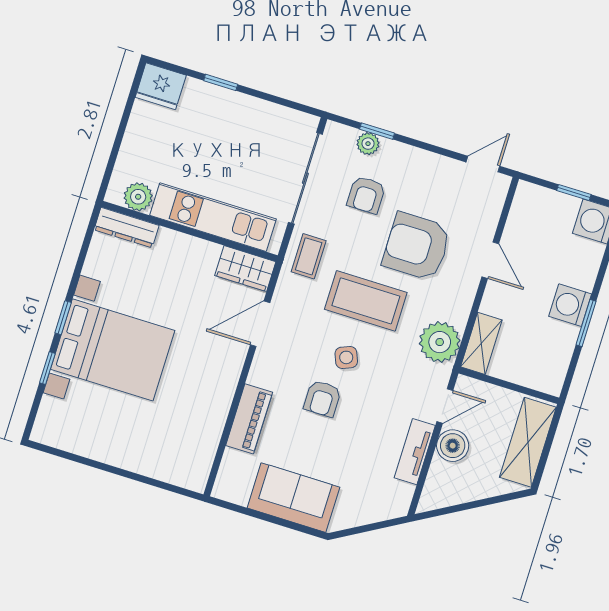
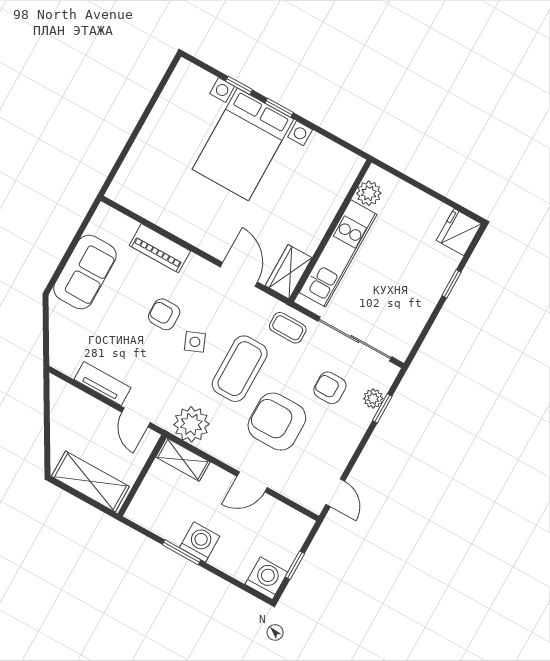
dresser: (127, 228) -> (345, 178), removed
armchair: (417, 246) -> (277, 422), turned -90
boiler: (453, 446) -> (101, 417), removed

